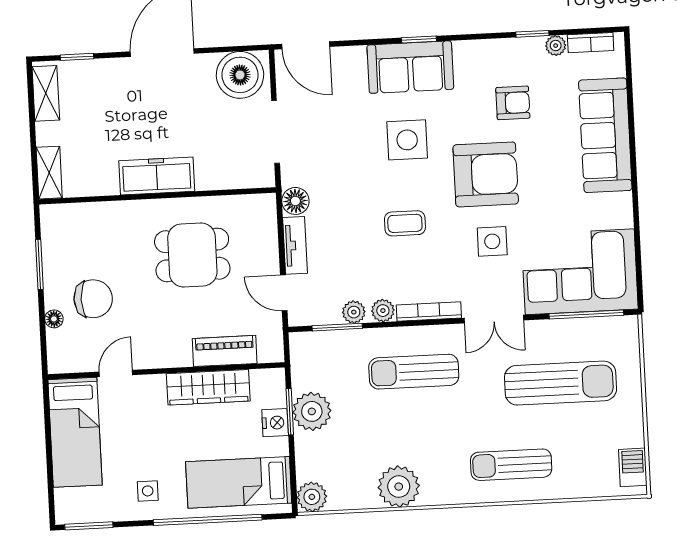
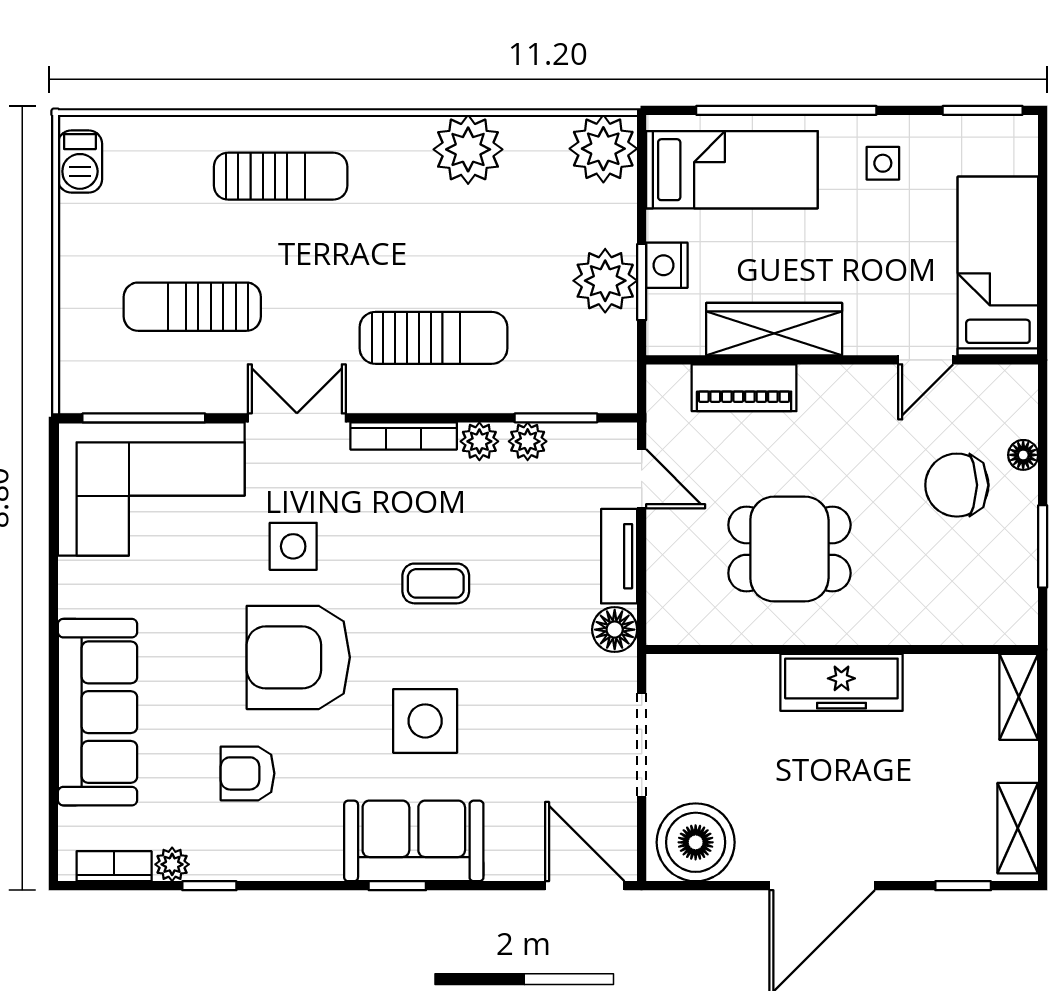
sun lounger: (561, 383) -> (192, 307), width x0.73, depth x0.75
plant: (312, 497) -> (603, 149), width x1.36, depth x1.36

